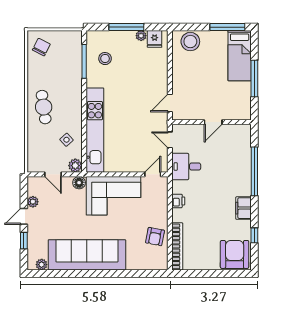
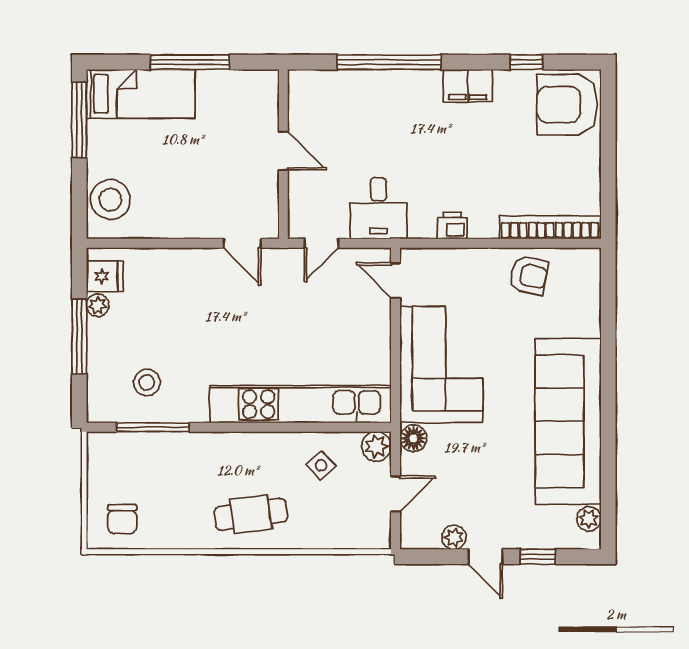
chair: (41, 47) -> (122, 519), turned -117

